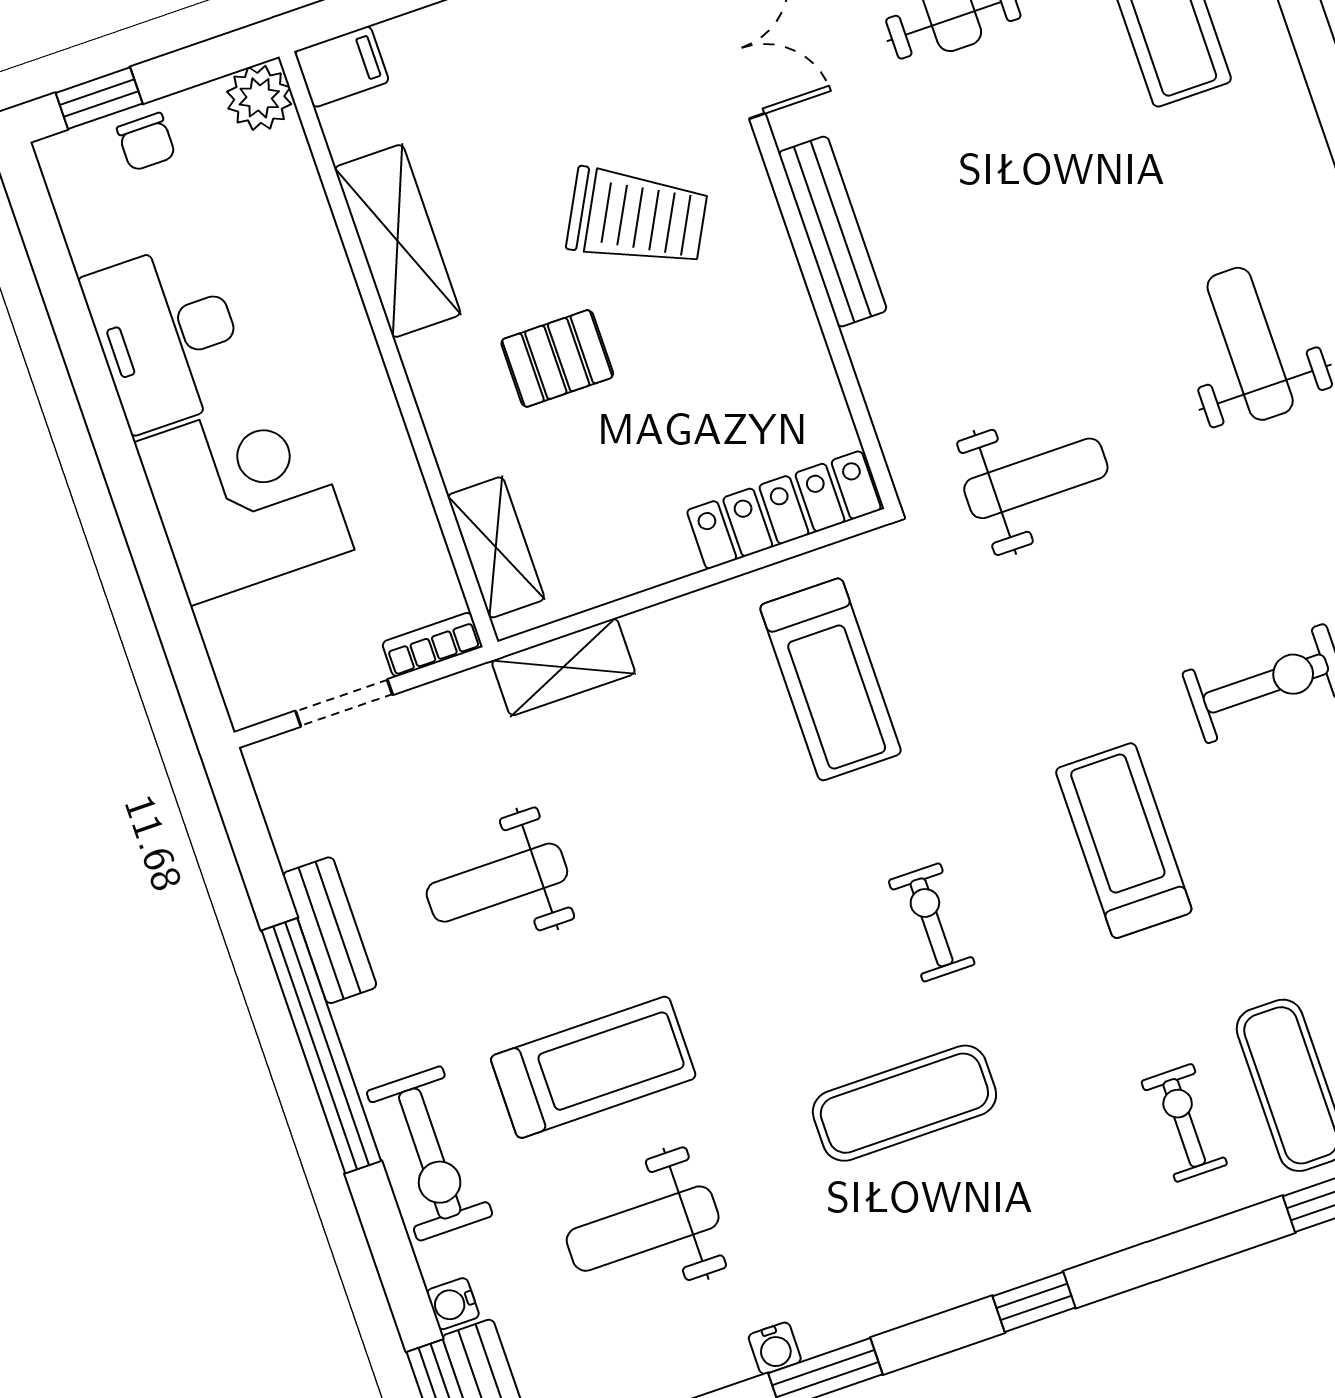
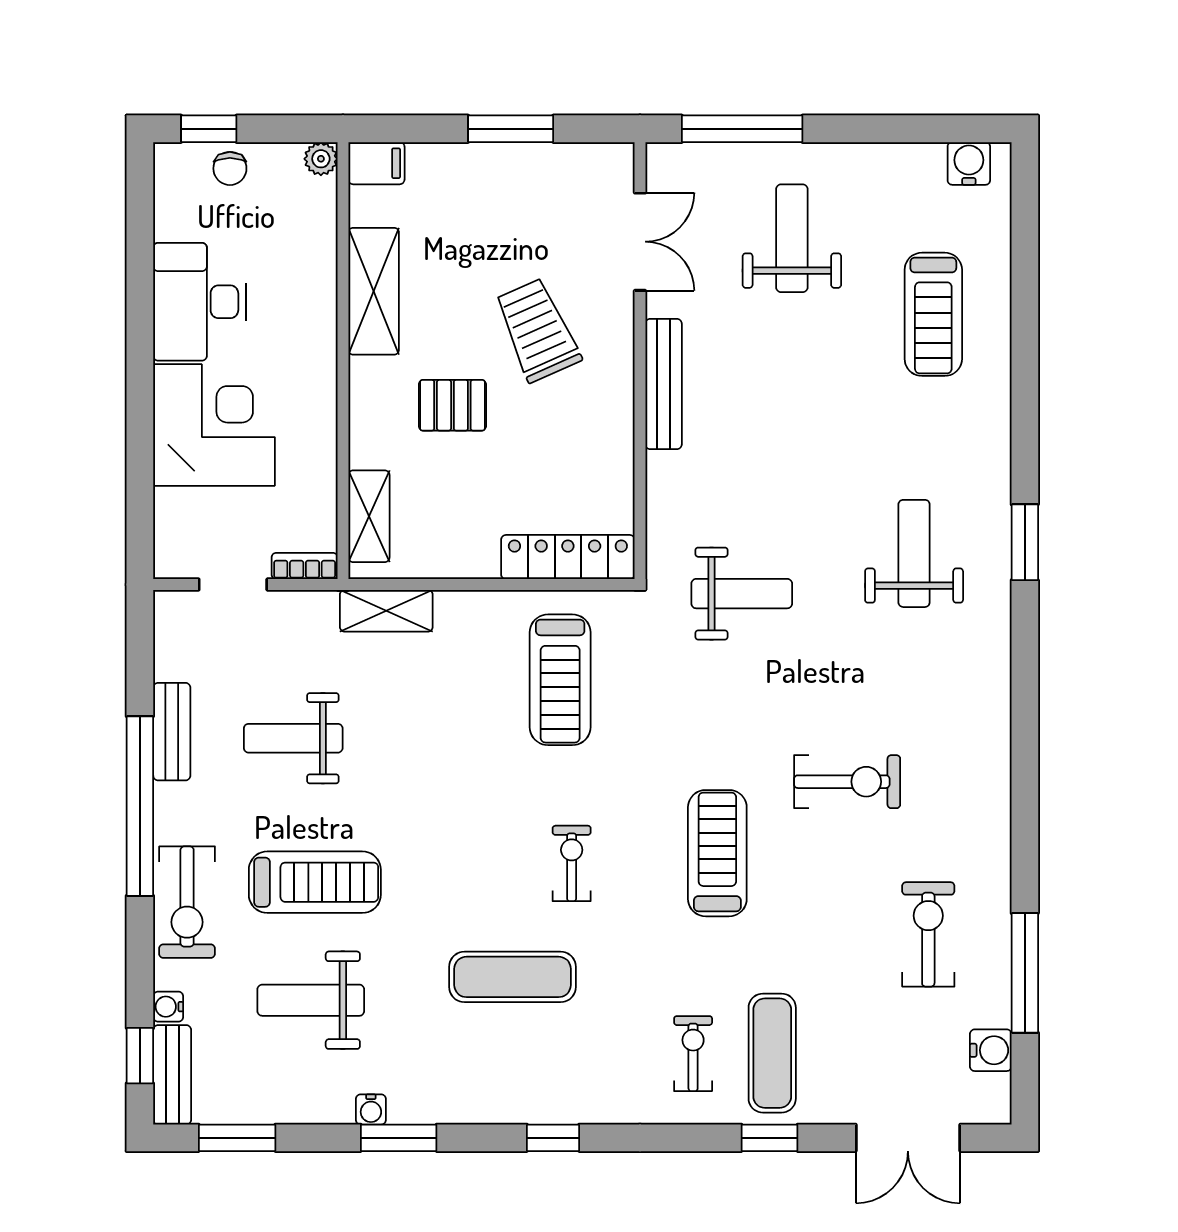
plant: (259, 98) -> (321, 159), width x0.73, depth x0.73
trolley: (637, 217) -> (537, 330), turned -142

